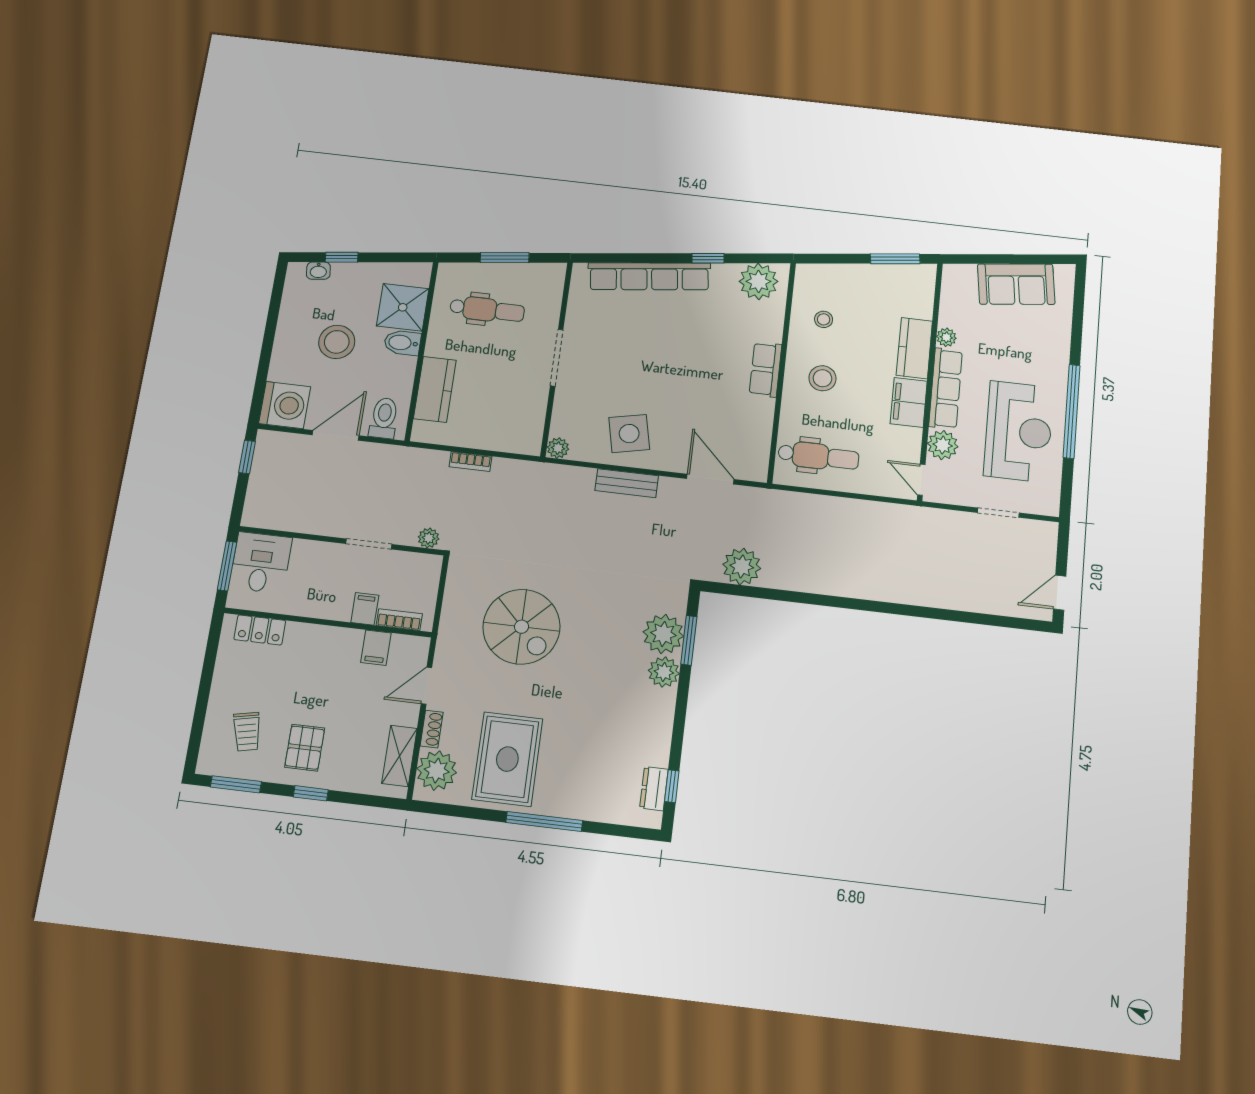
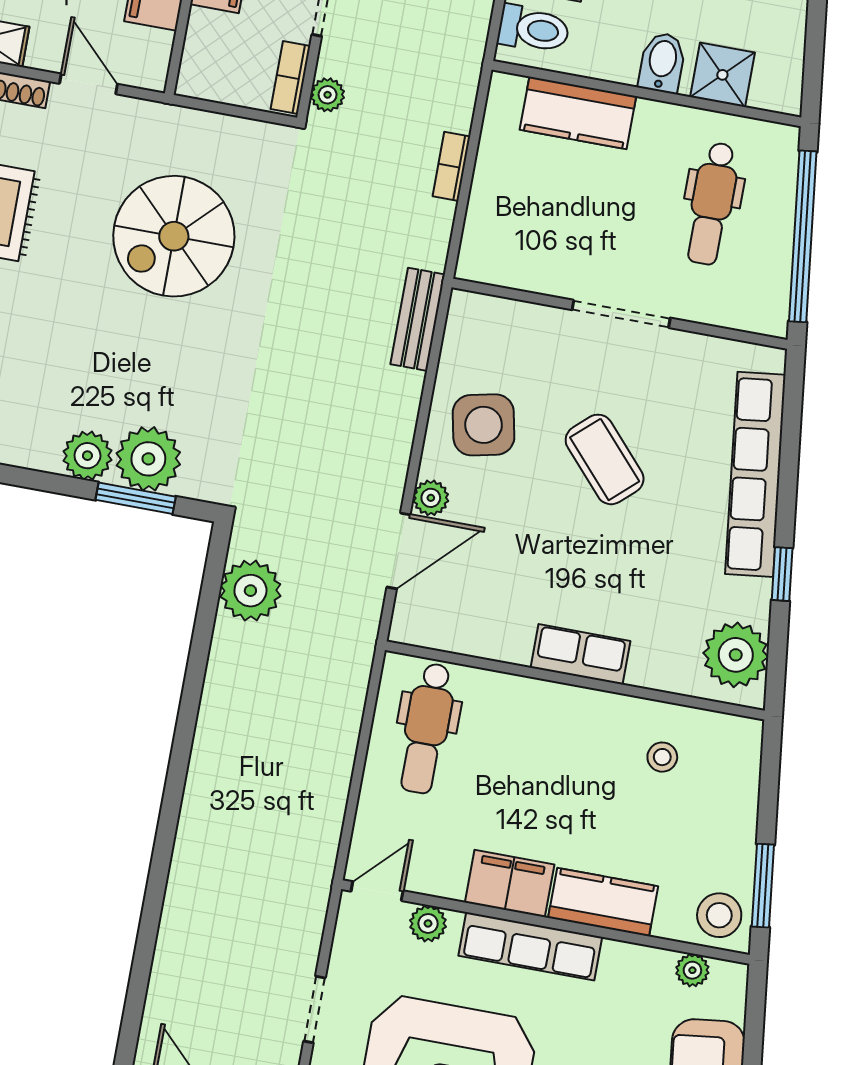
window: (505, 258) -> (803, 236), width x2.11
shower: (403, 307) -> (722, 75), width x0.73, depth x0.73
plant: (946, 337) -> (692, 970), moved
coffee table: (646, 362) -> (605, 459), added
stool: (822, 378) -> (719, 915), moved
plant: (943, 445) -> (428, 923), width x0.73, depth x0.73
plant: (558, 448) -> (431, 498), moved
bench: (627, 483) -> (418, 319), moved
bookcase: (399, 620) -> (291, 78), moved, turned 180

